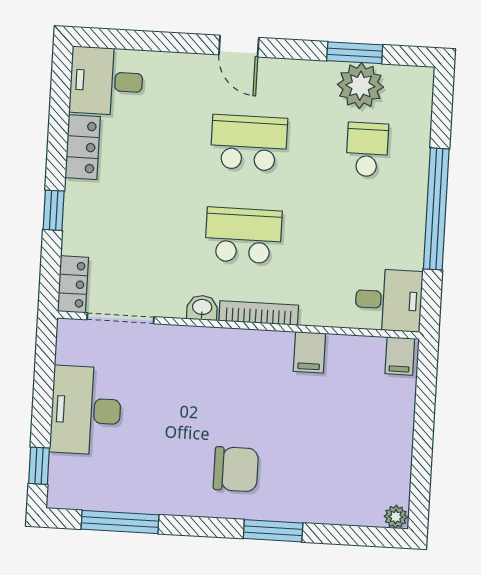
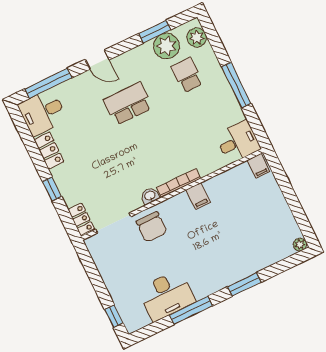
window: (141, 40) -> (48, 83), added
plant: (416, 99) -> (197, 37), added
window: (436, 209) -> (236, 85), width x0.68
school desk: (243, 235) -> (150, 150), removed
filing cabinet: (309, 352) -> (198, 196), moved
desk: (86, 410) -> (167, 295), moved, turned -90
chair: (236, 469) -> (152, 227), moved, turned 90
window: (120, 522) -> (191, 310), moved

